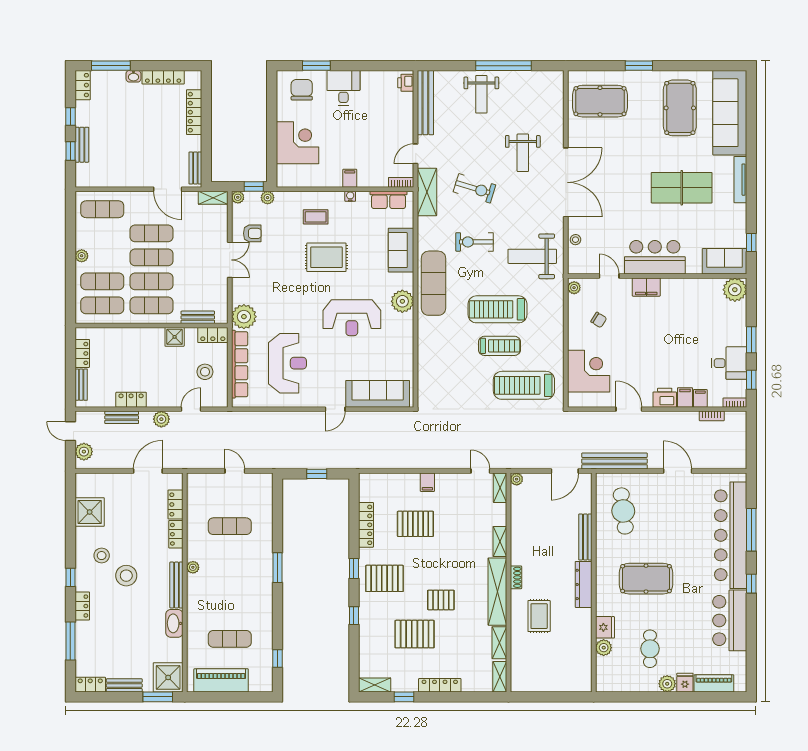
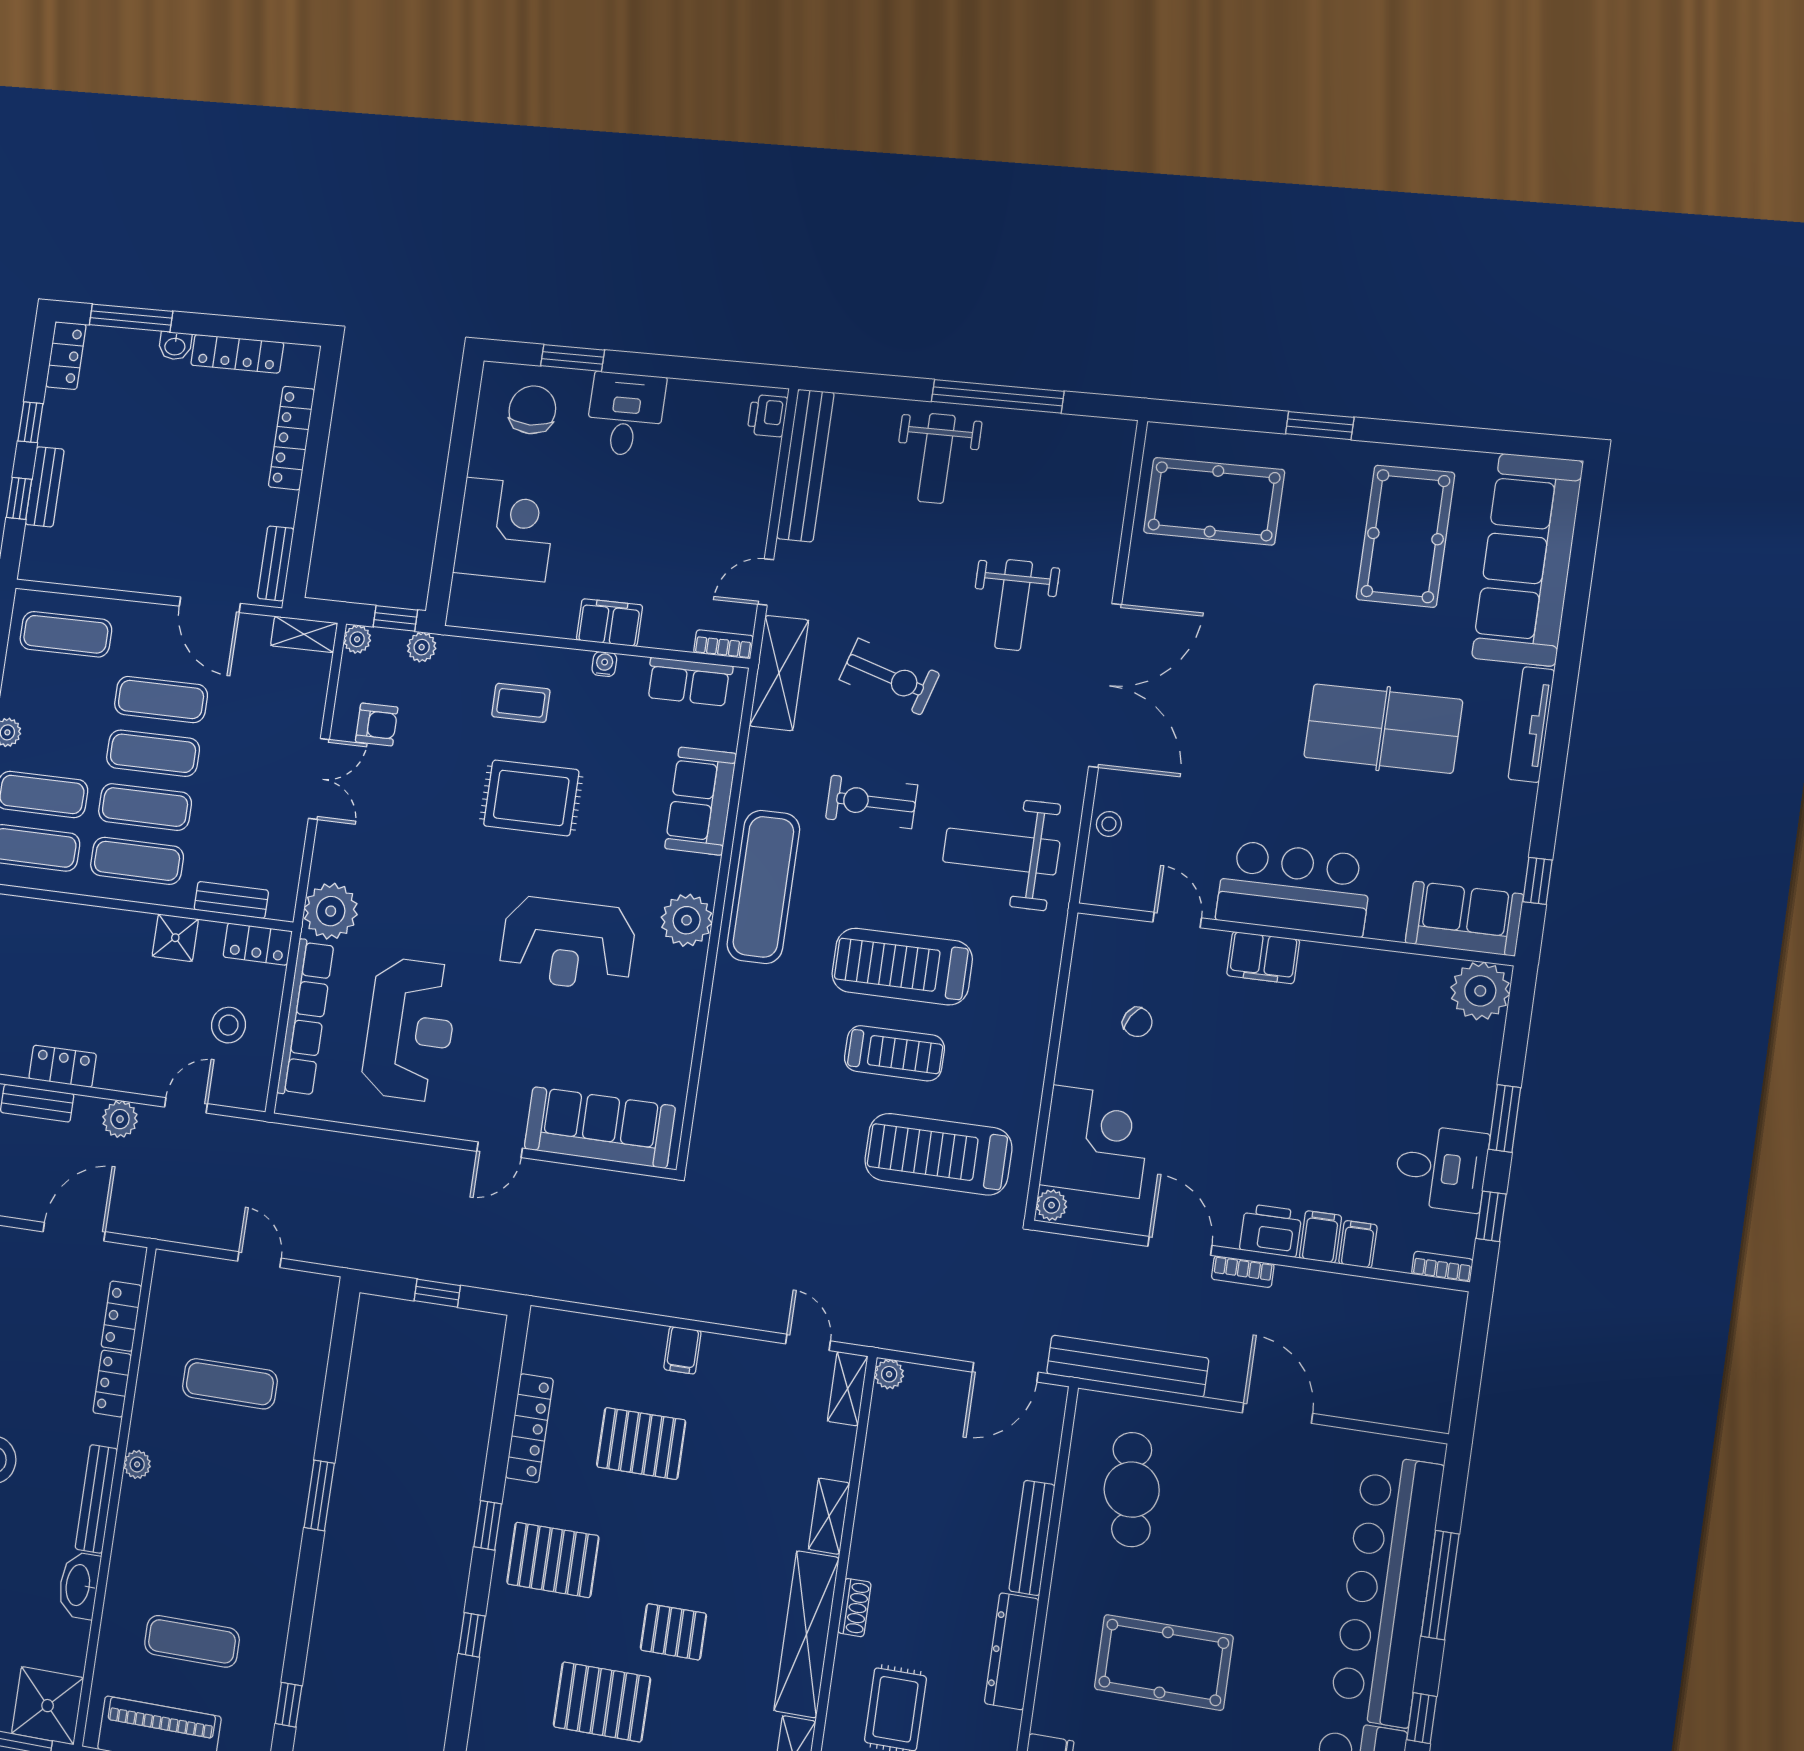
filing cabinet: (350, 178) -> (609, 623), width x2.00
plant: (574, 288) -> (1052, 1205), moved
bookcase: (712, 416) -> (1243, 1272), moved

